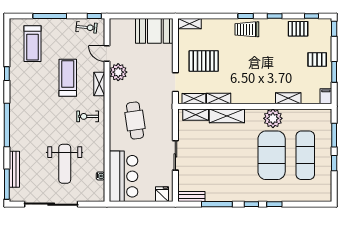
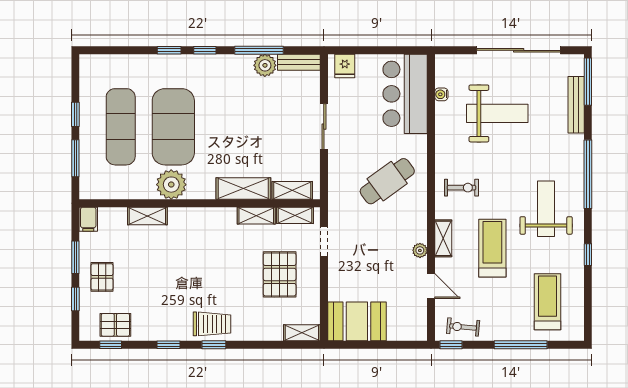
pallet: (298, 29) -> (115, 325), moved
window: (334, 29) -> (75, 299), moved
pallet: (317, 59) -> (102, 277), turned 90
pallet: (204, 61) -> (280, 274), turned 90
plant: (118, 72) -> (420, 250), width x0.53, depth x0.53
treadmill: (68, 78) -> (492, 248), turned 180
weight bench: (34, 103) -> (546, 209), added
cafe table: (135, 121) -> (387, 181), turned 62
weight bench: (65, 164) -> (497, 113), turned 90
plant: (213, 195) -> (265, 65), added

